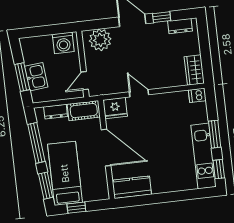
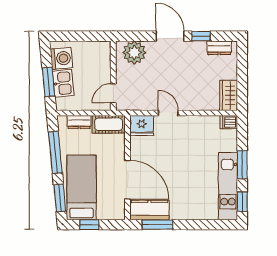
washing machine: (63, 43) -> (61, 58), moved, turned -96
door: (106, 148) -> (127, 180), moved
window: (141, 200) -> (158, 225), added

